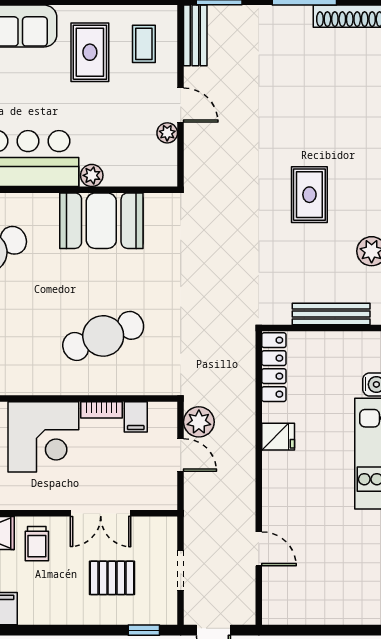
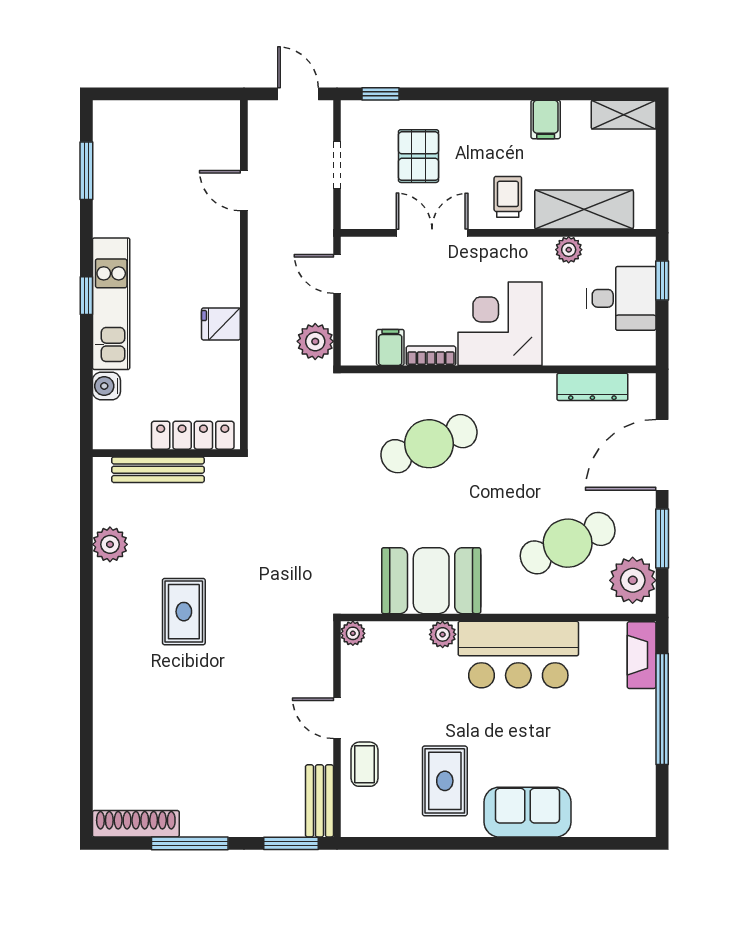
coffee table: (144, 44) -> (365, 764), moved
plant: (167, 133) -> (353, 633), moved
locker: (274, 367) -> (193, 435), moved, turned 90
door: (181, 455) -> (337, 274), moved
pallet: (112, 578) -> (419, 156), turned 90

